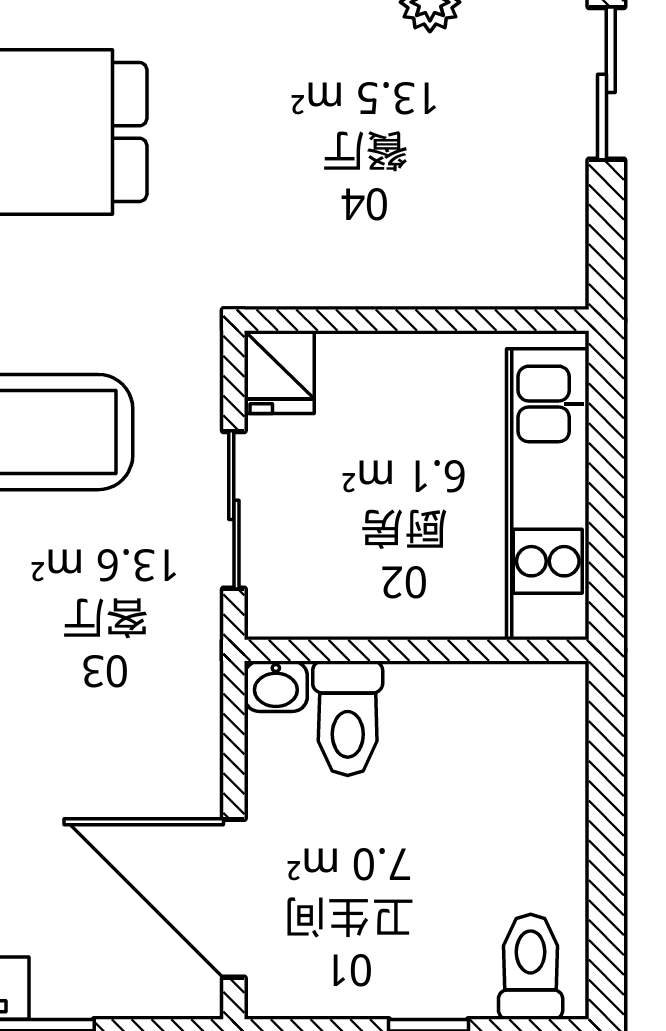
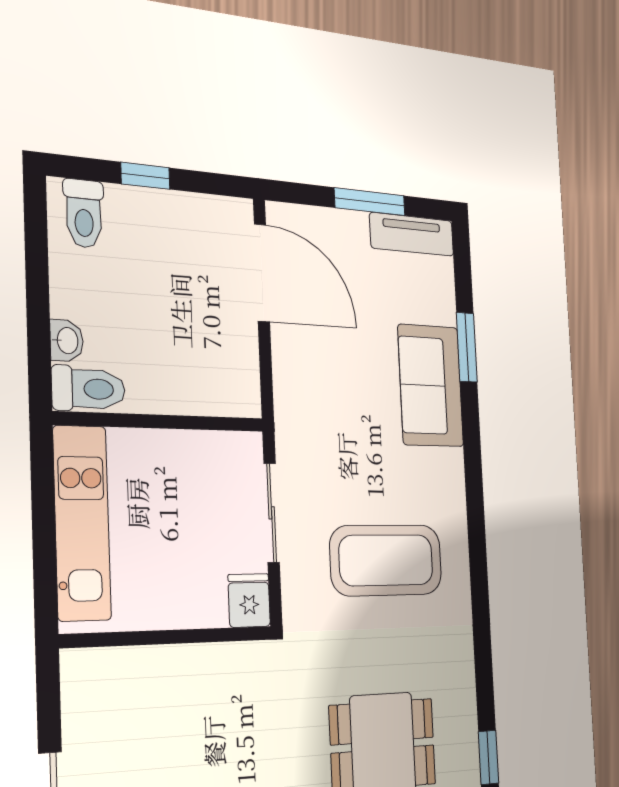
washbasin: (276, 686) -> (67, 341), moved, turned 90
toilet: (348, 718) -> (89, 389), moved, turned 90

